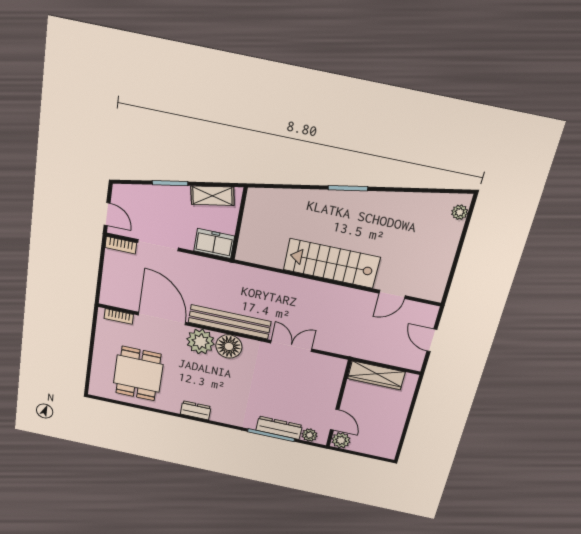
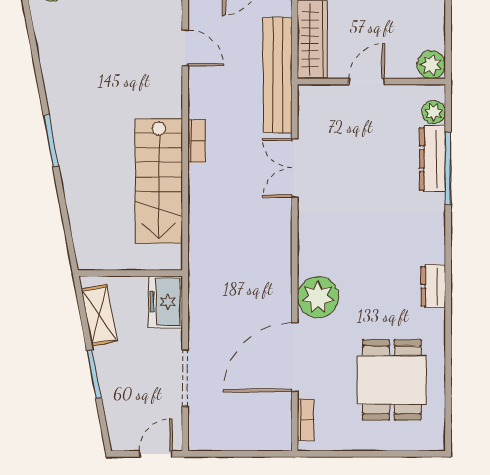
bookcase: (121, 245) -> (197, 141), moved
stairs: (332, 263) -> (159, 181), moved
bench: (230, 322) -> (278, 75), moved
floor lamp: (229, 346) -> (316, 255), removed
dining table: (138, 374) -> (392, 380), turned 90
door: (335, 420) -> (367, 81), moved

